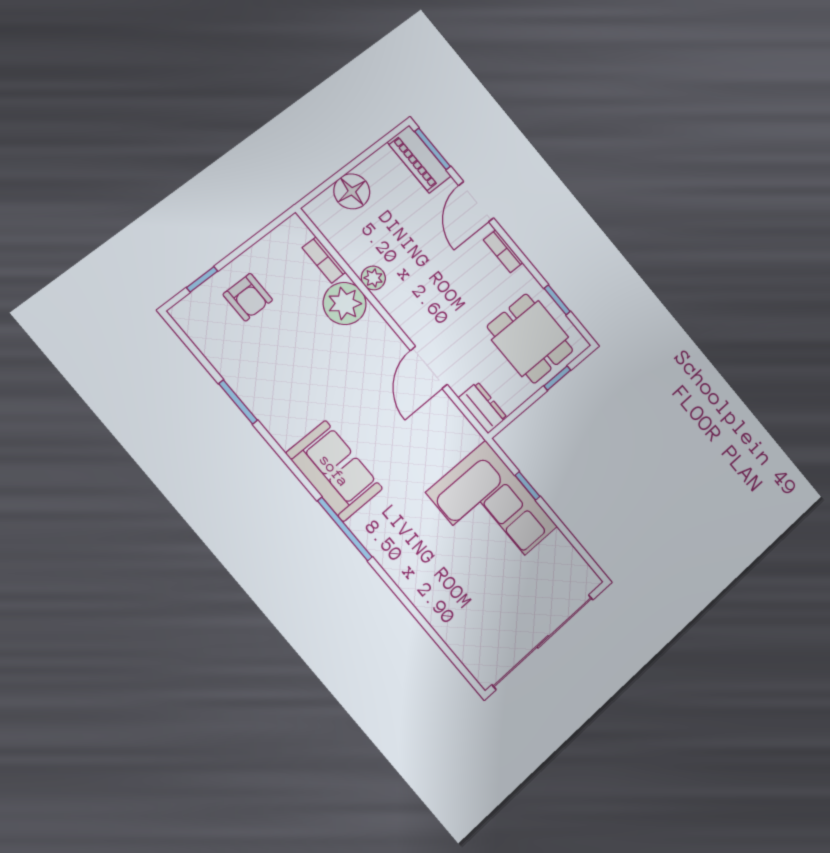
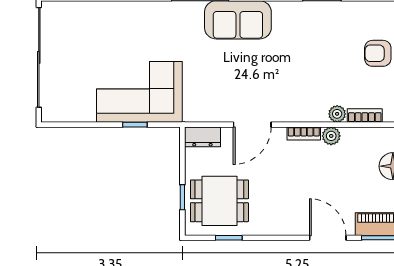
bookcase: (503, 251) -> (304, 133), moved, turned 180
plant: (345, 303) -> (337, 114), width x0.53, depth x0.53
door: (429, 367) -> (252, 125), swing flipped

